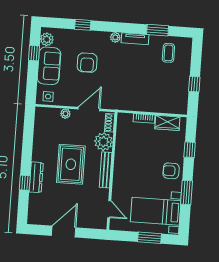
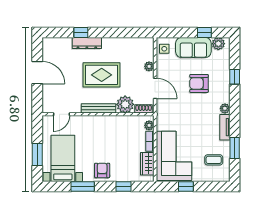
corner sofa: (161, 94) -> (174, 156), added
plant: (127, 118) -> (149, 125), added

